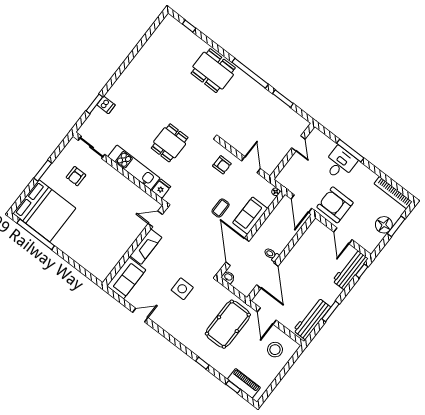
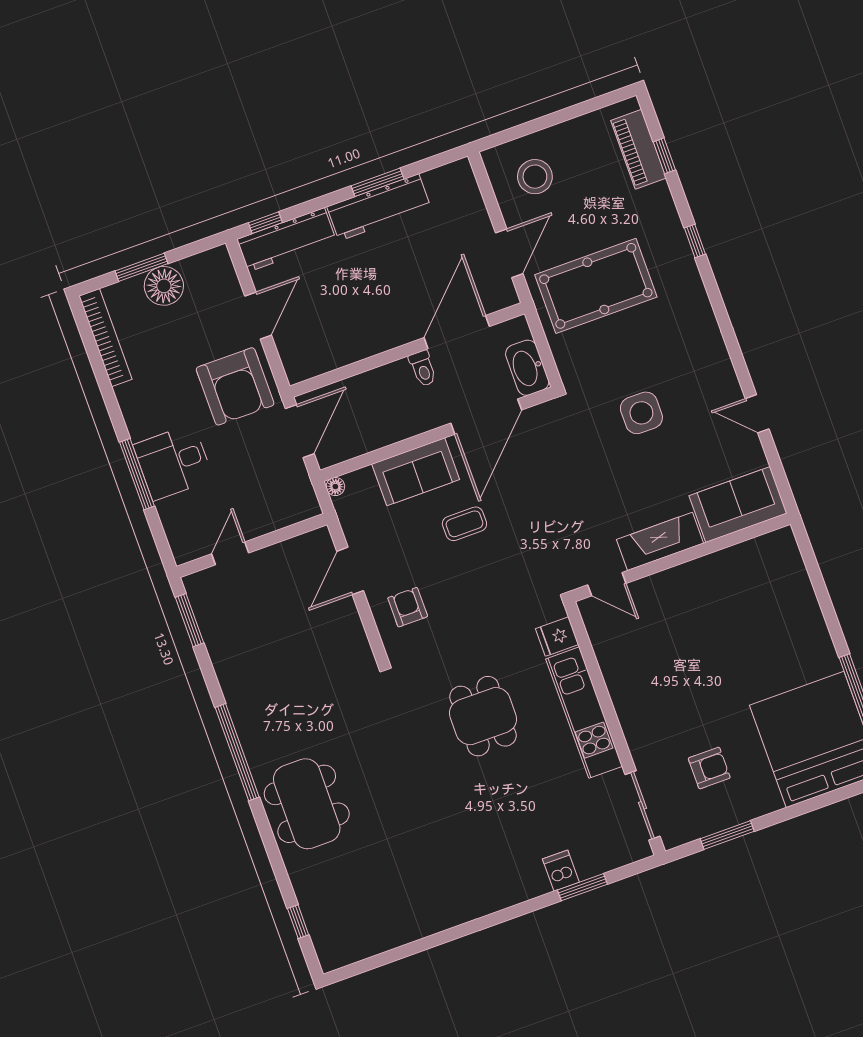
window: (283, 99) -> (190, 620), moved
dining table: (170, 143) -> (483, 716), turned 90
window: (43, 171) -> (727, 835), moved
washbasin: (228, 277) -> (527, 368), width x1.91, depth x1.45
workbench: (312, 319) -> (379, 207), moved

